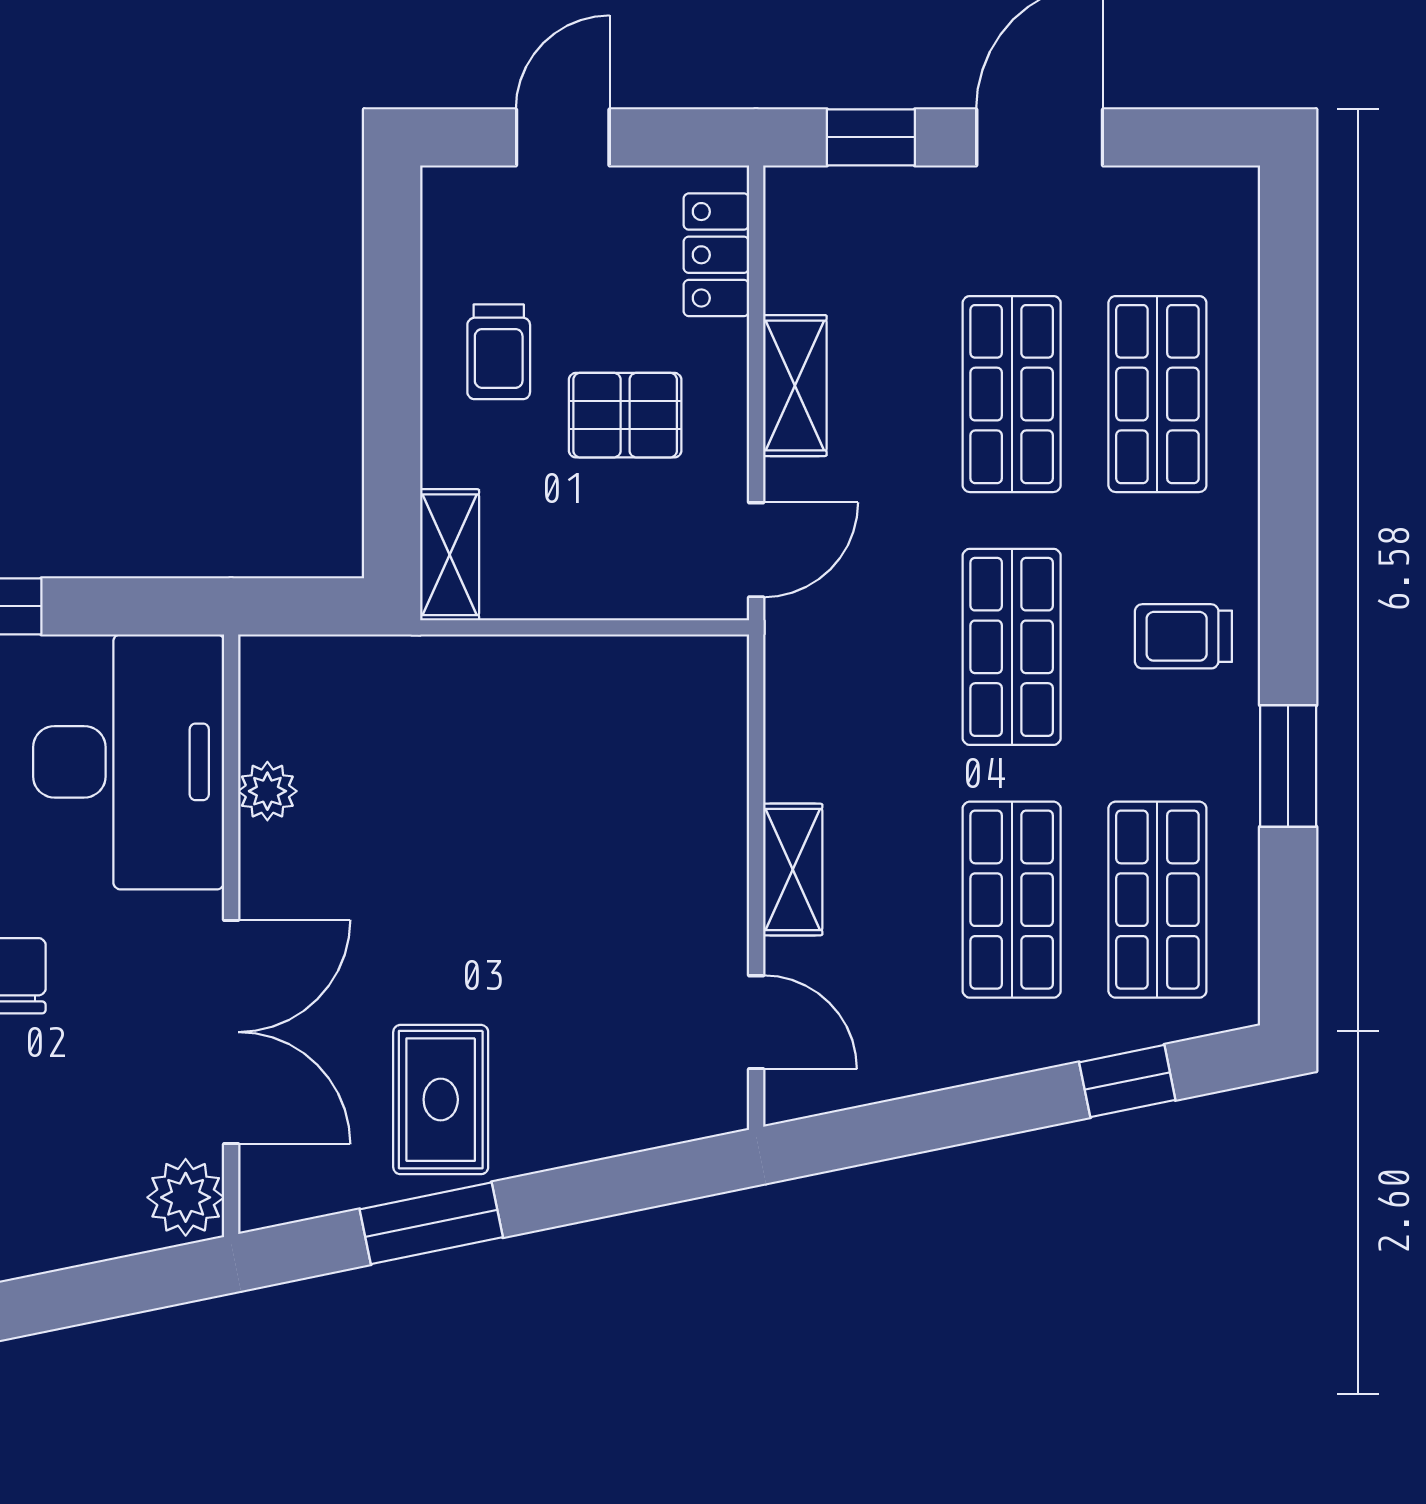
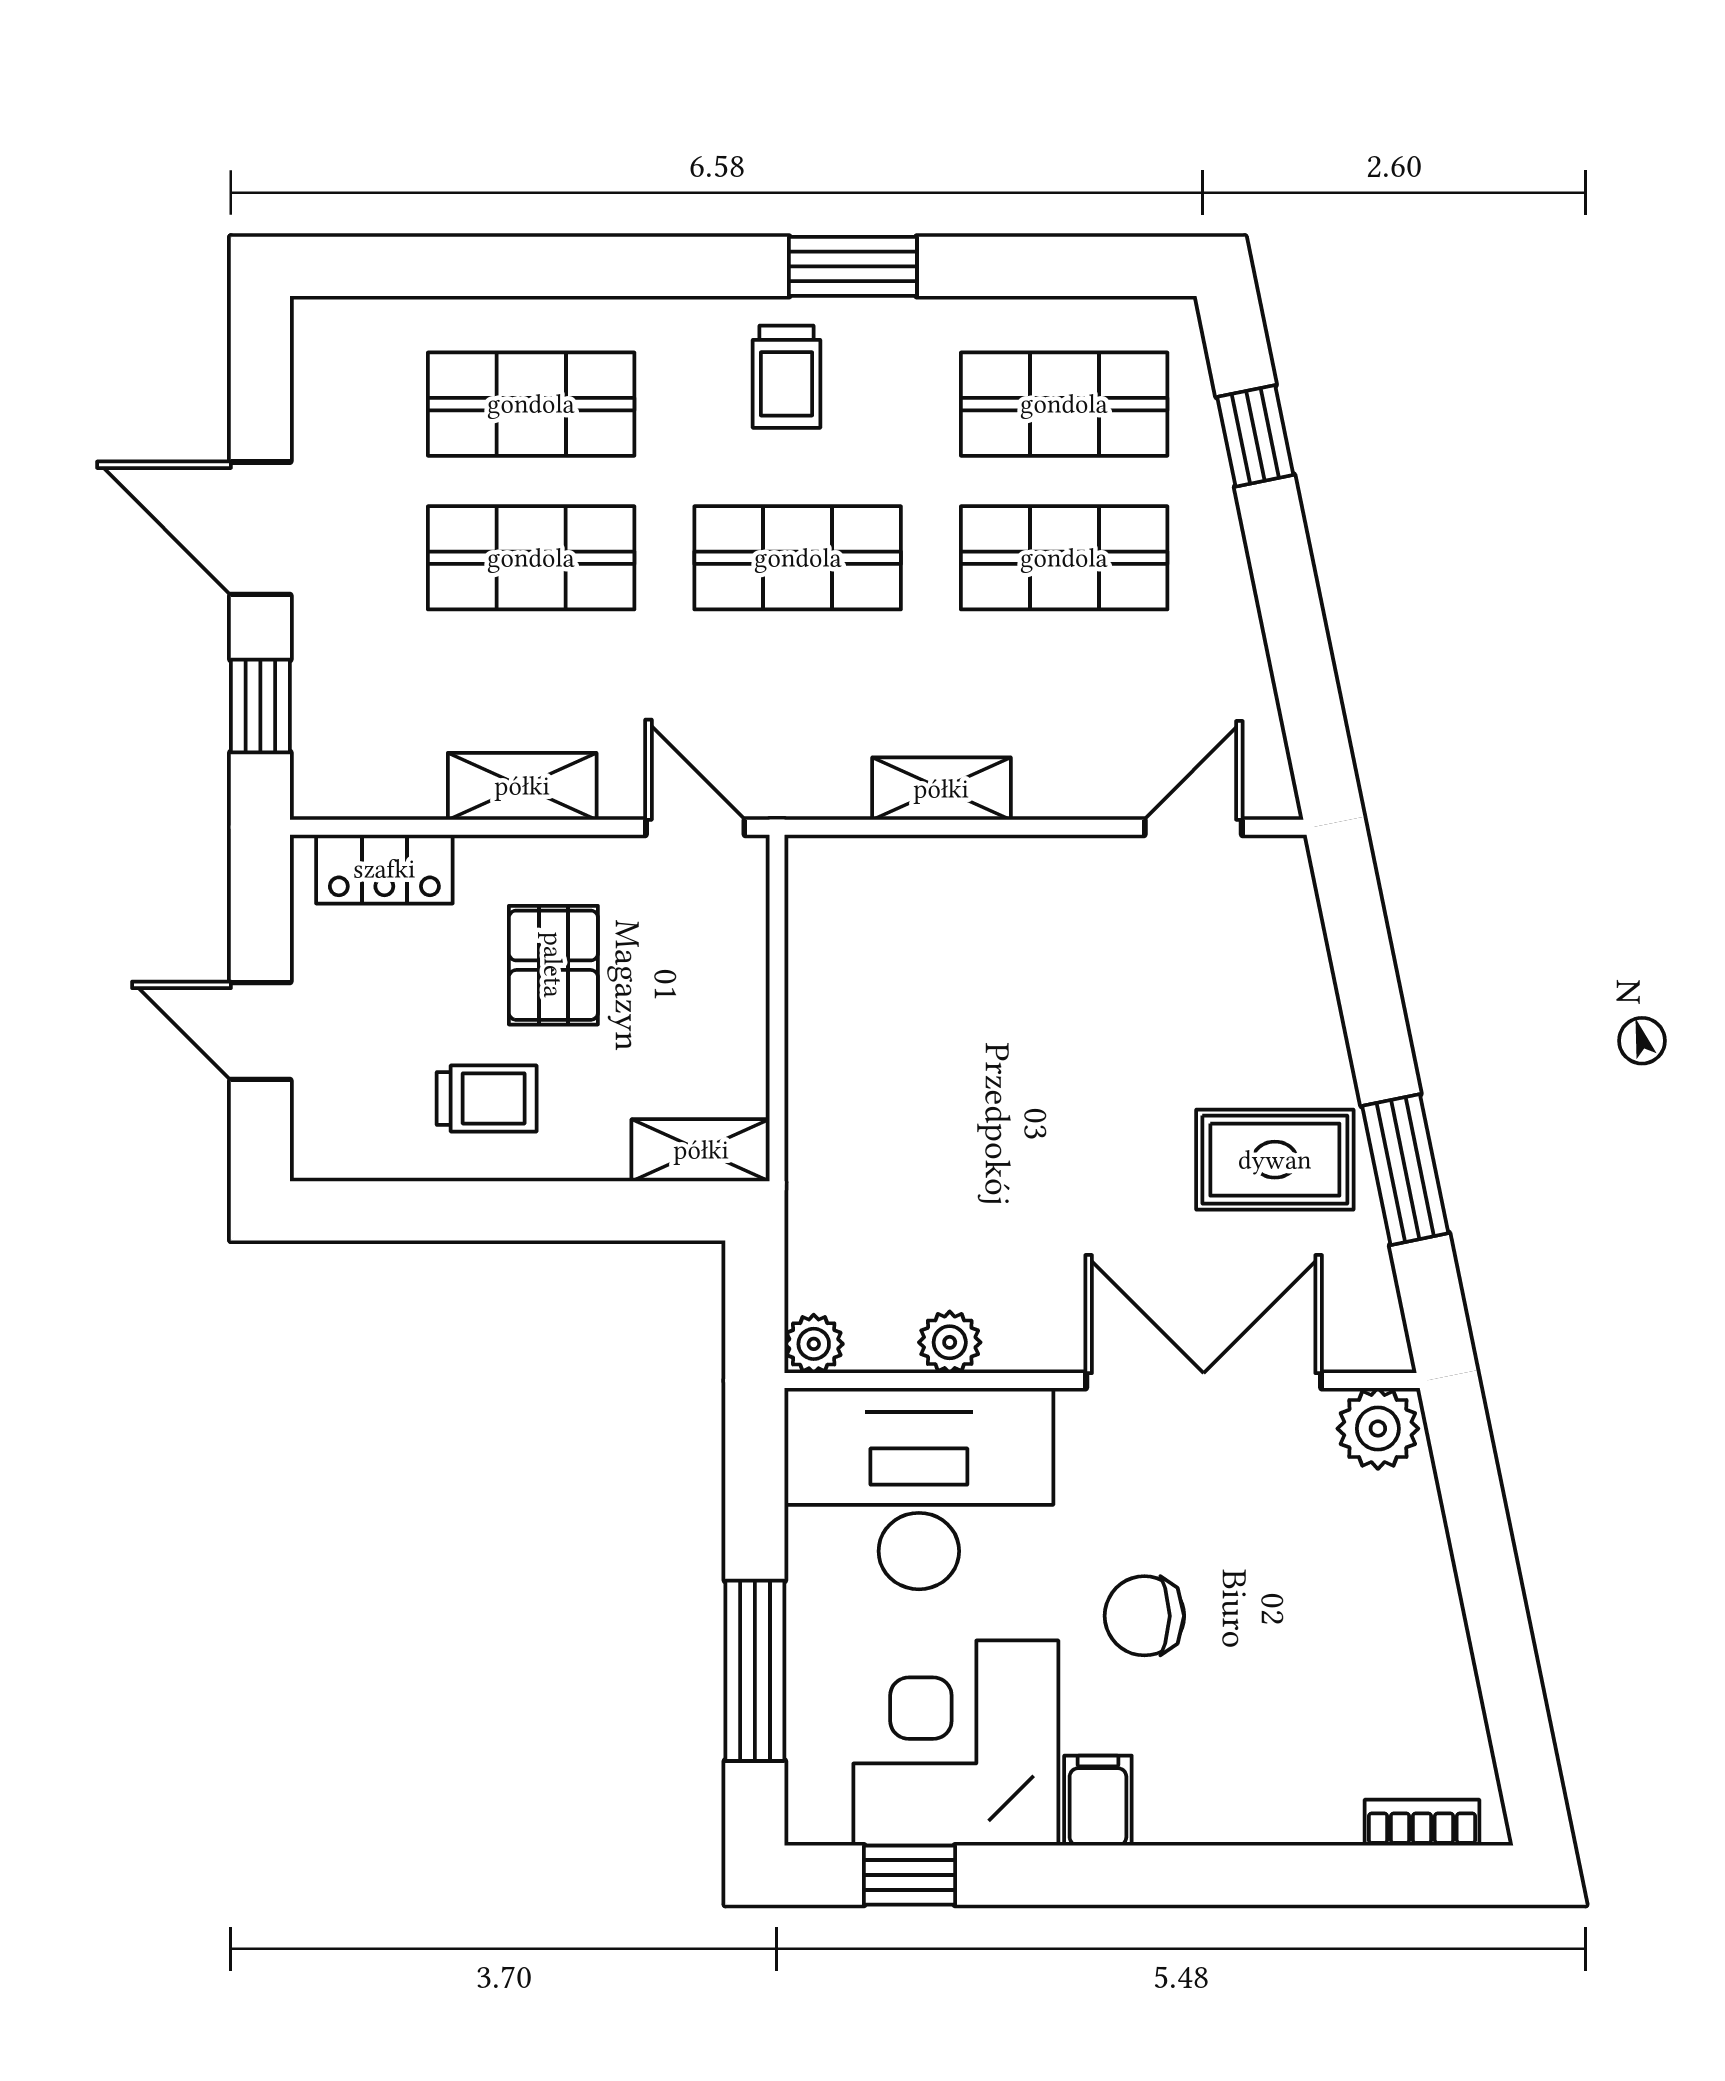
plant: (266, 662) -> (814, 1344), added
window: (1288, 766) -> (853, 266), moved
shelving: (793, 870) -> (941, 789), moved

